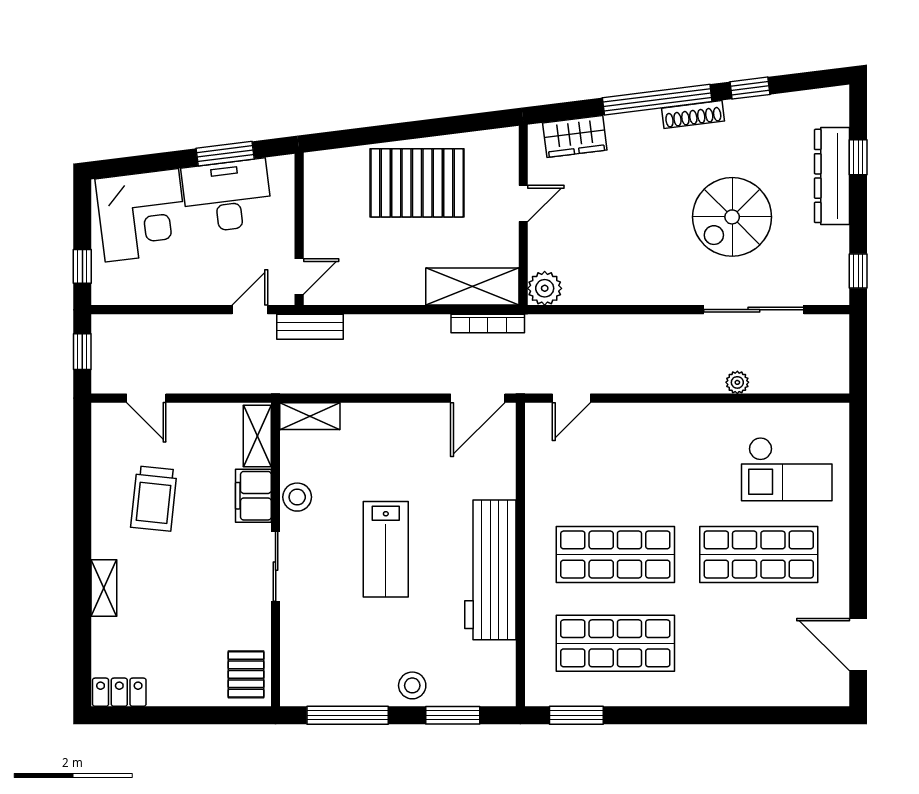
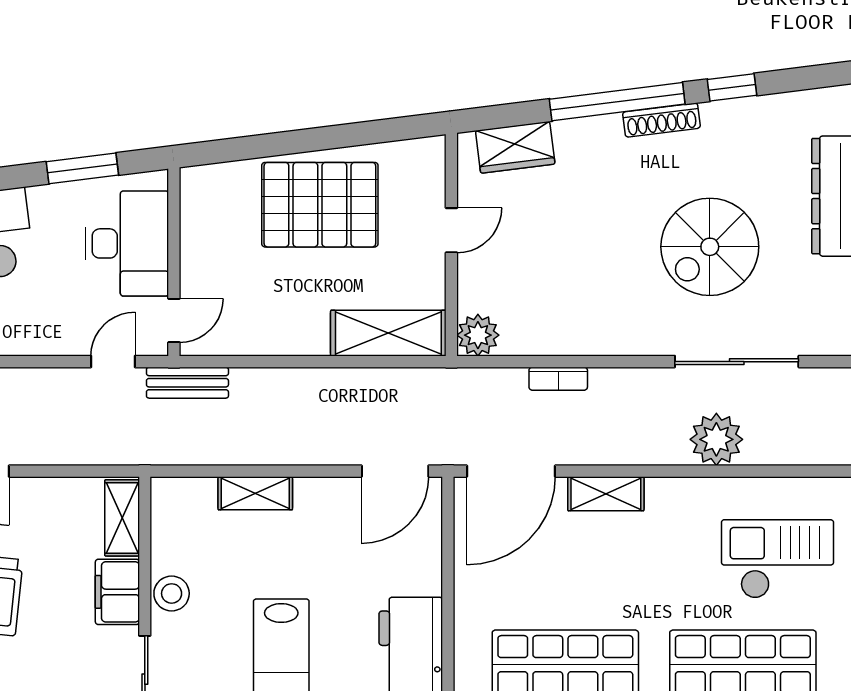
desk: (227, 196) -> (127, 243), moved, turned 97
bookcase: (488, 323) -> (558, 379), moved, width x0.64
plant: (737, 382) -> (716, 439), width x1.88, depth x1.88
door: (571, 398) -> (511, 471), width x1.88
shelving: (310, 416) -> (255, 493), moved
shelving: (648, 416) -> (606, 494), added
checkout: (787, 469) -> (777, 559), turned 180

